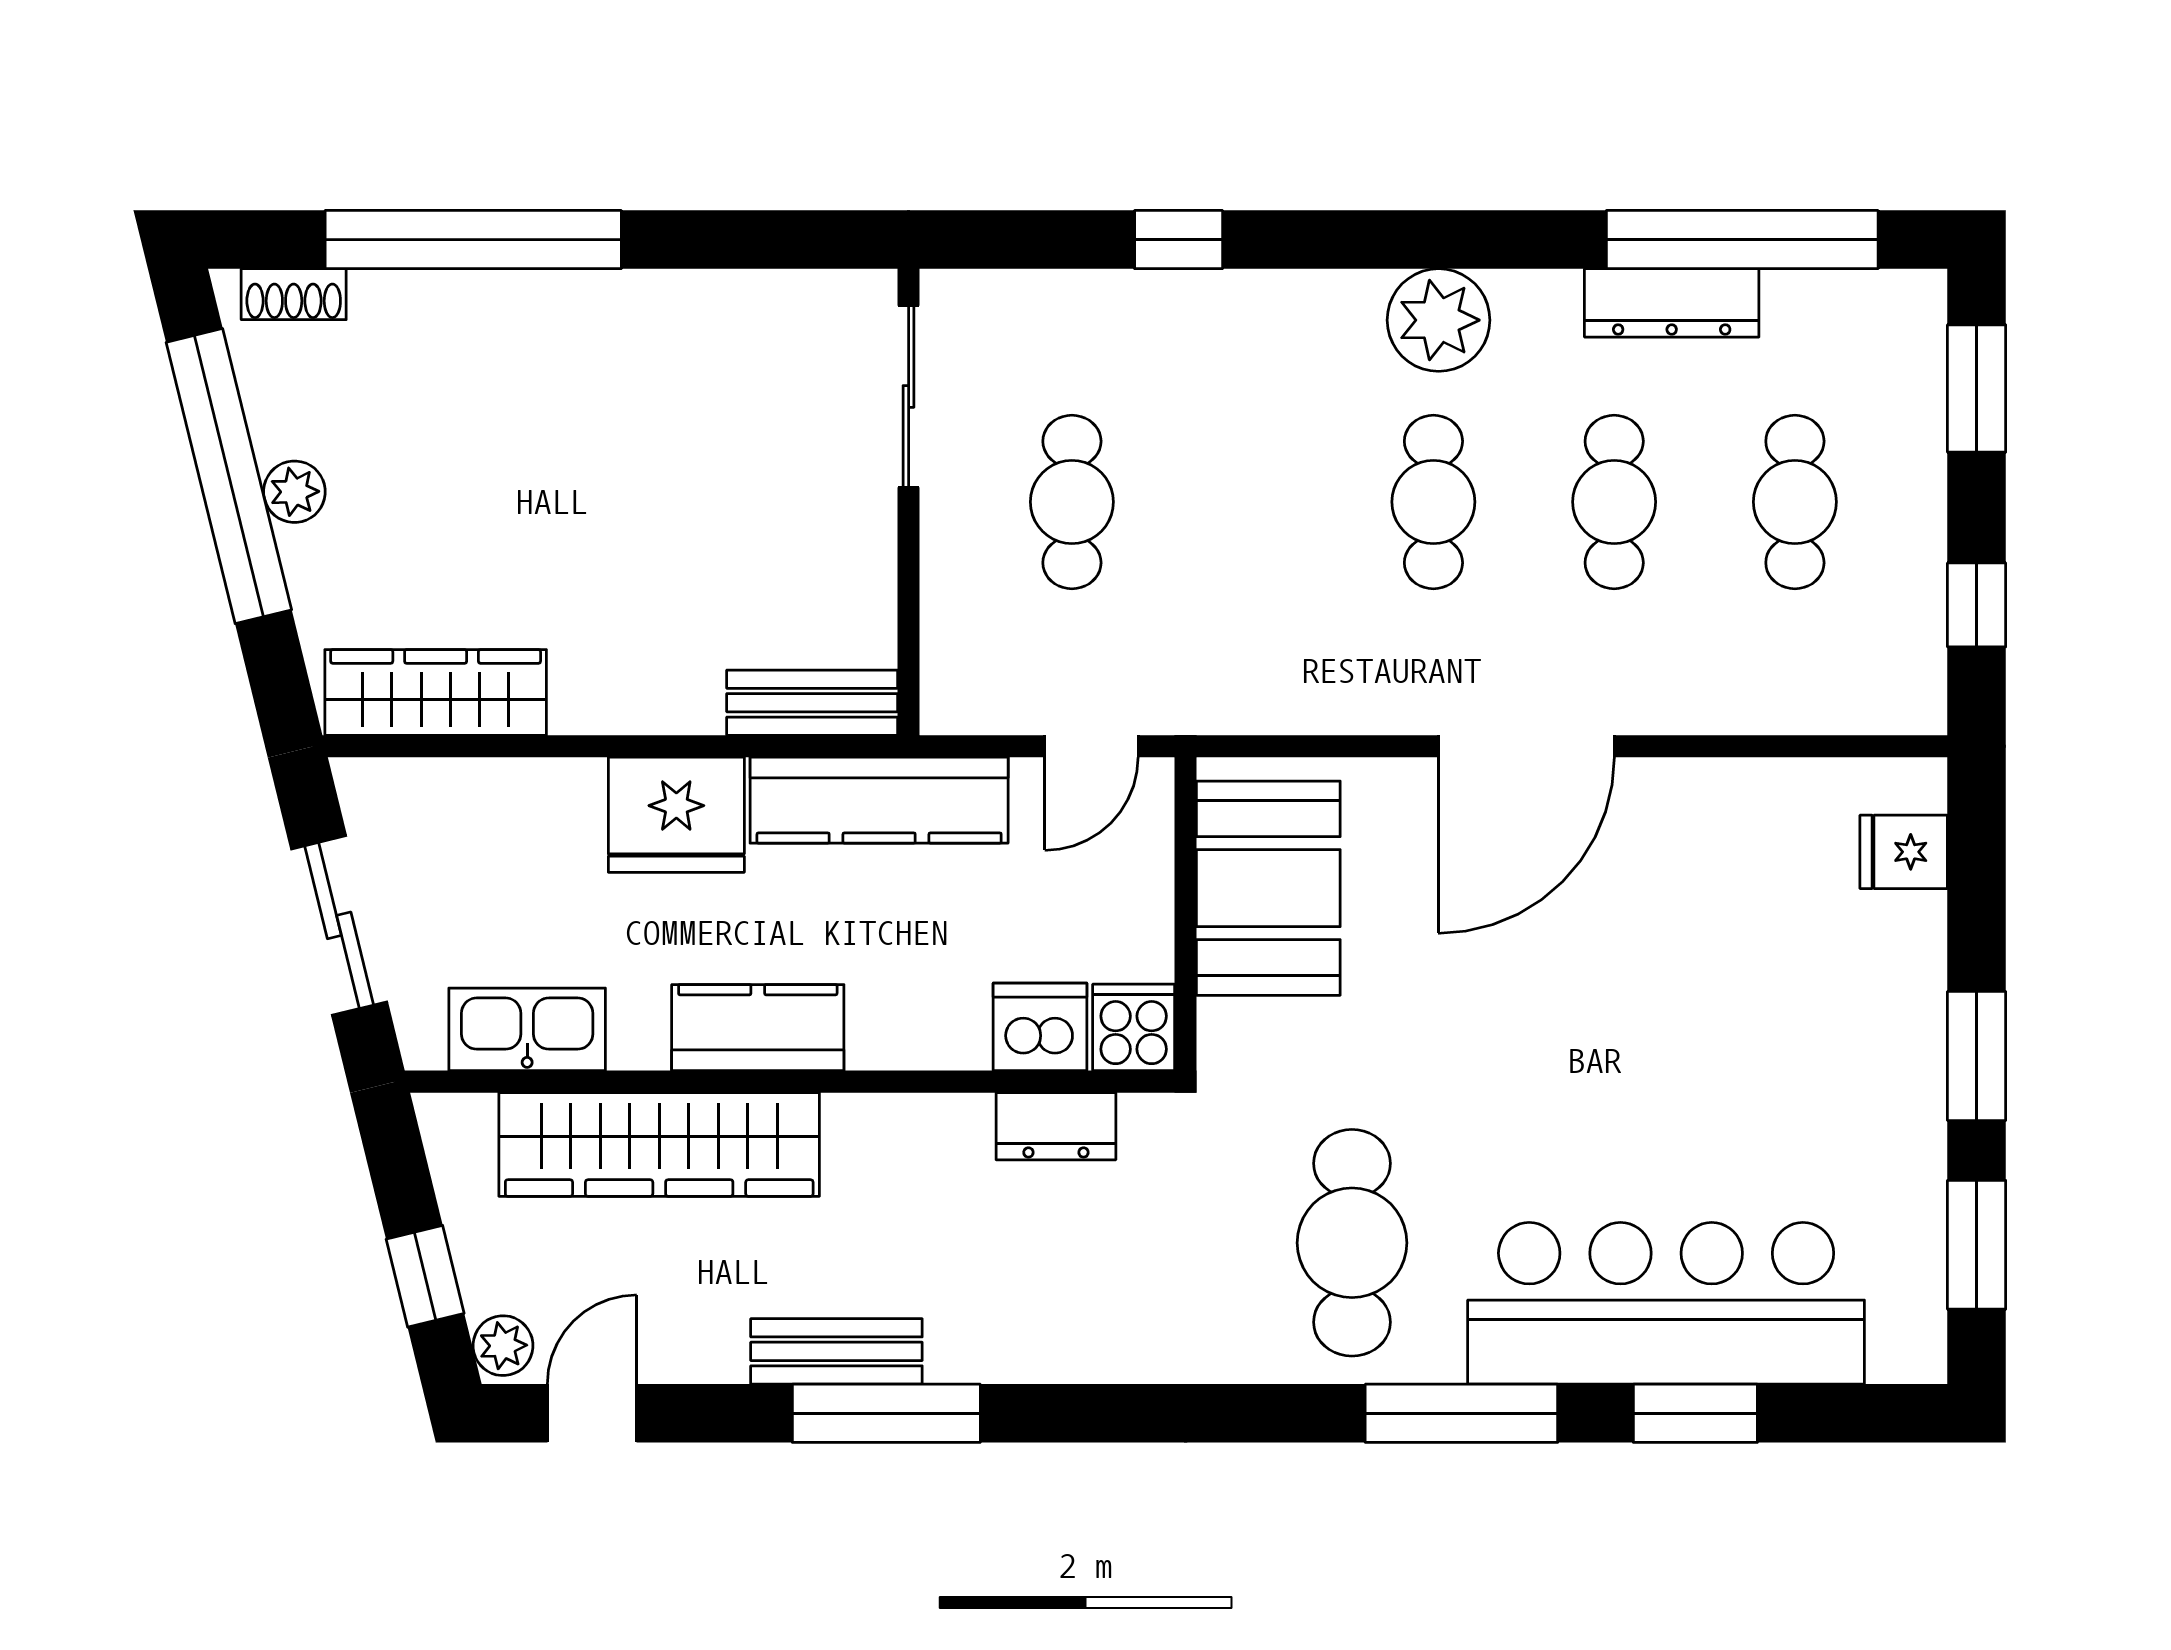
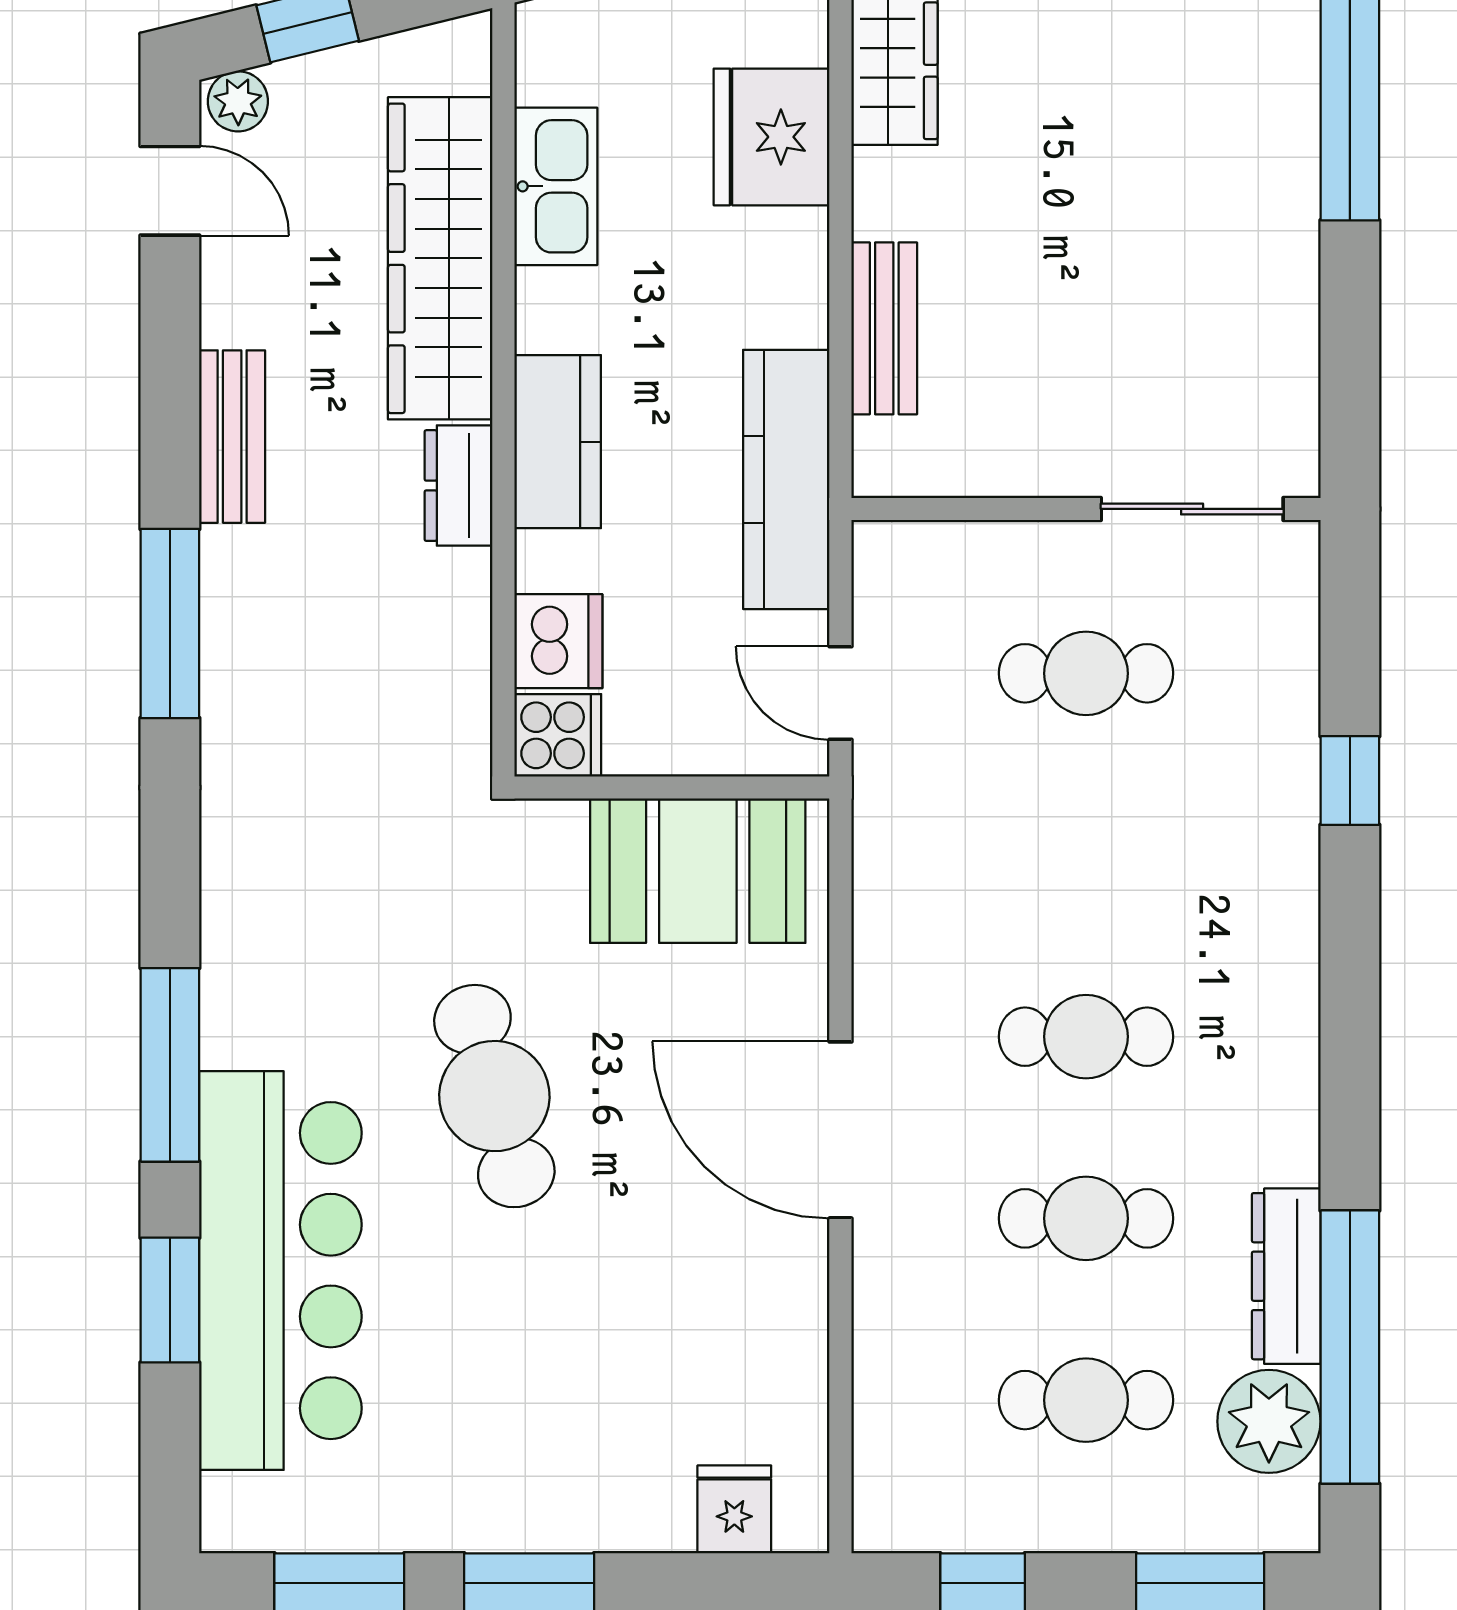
plant: (1439, 320) -> (1269, 1421), moved
bench: (812, 703) -> (884, 328), moved
fridge: (676, 815) -> (772, 137), moved
kitchen counter: (758, 1028) -> (558, 442), moved
kitchen sink: (527, 1029) -> (556, 186), moved
dresser: (1056, 1126) -> (459, 486), moved
cafe table: (1352, 1243) -> (494, 1096), moved, turned 74
window: (886, 1413) -> (170, 623), moved

